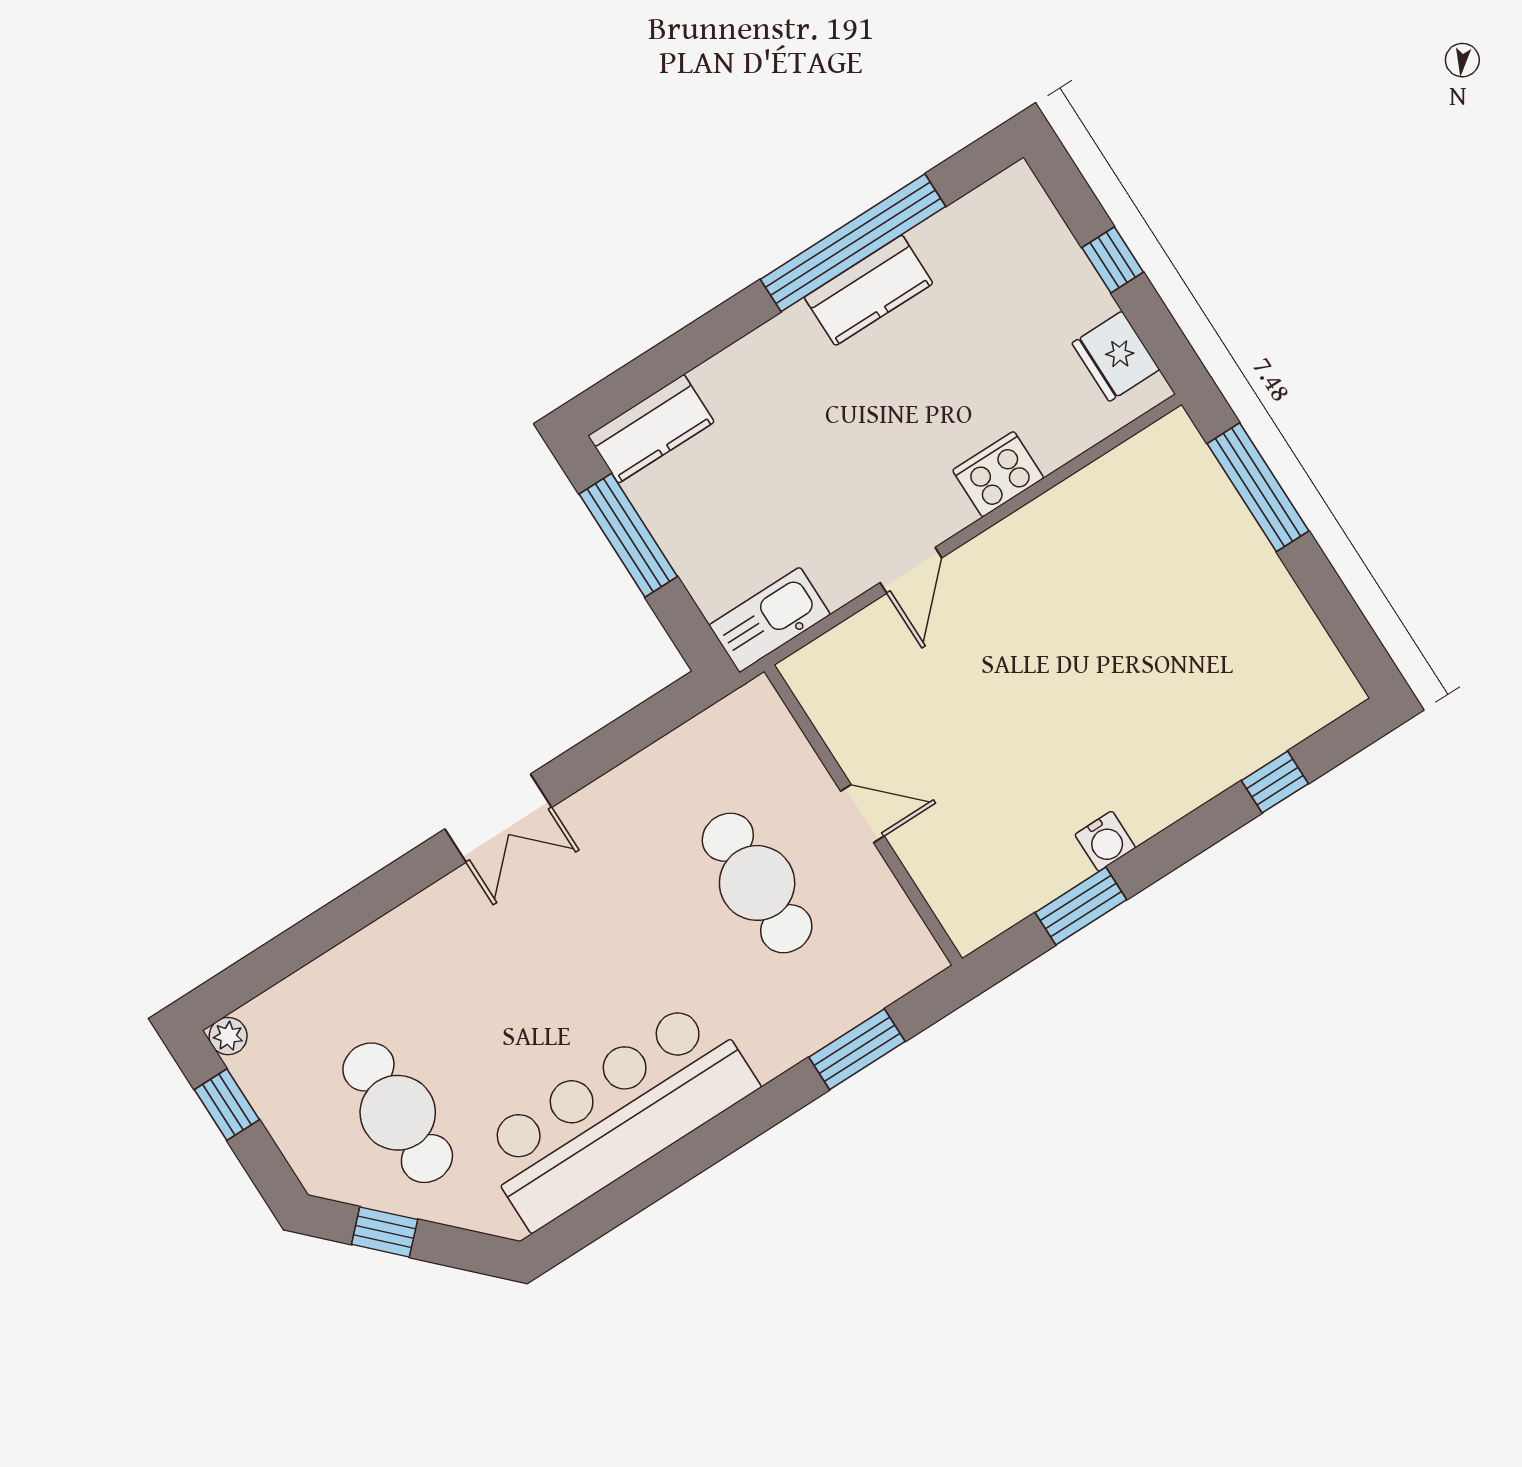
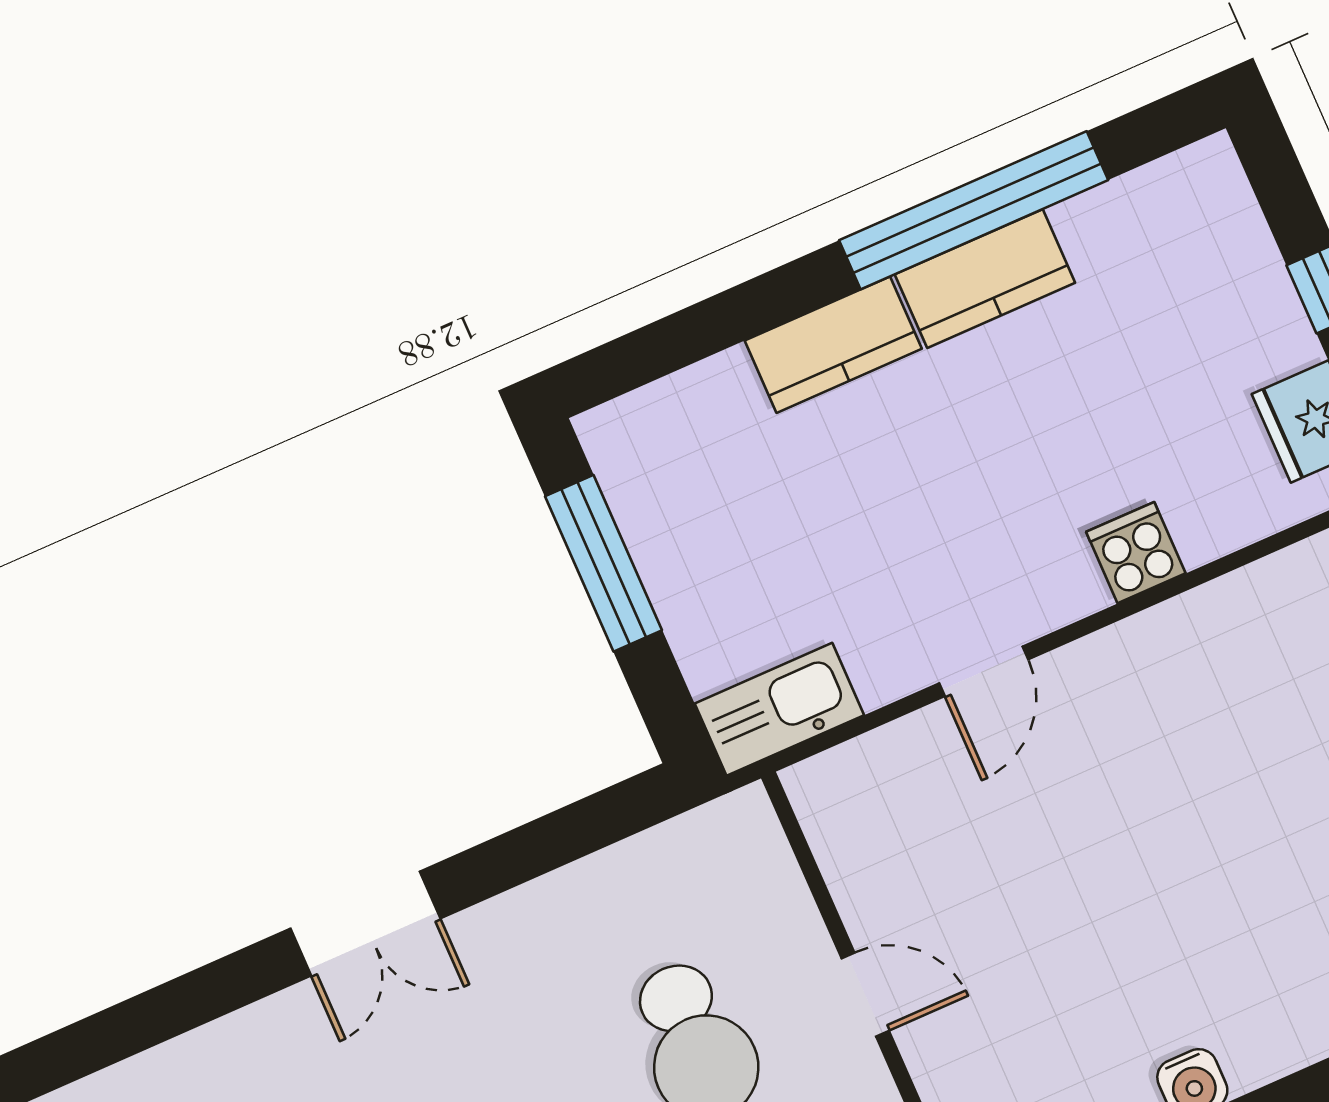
kitchen counter: (651, 429) -> (833, 345), moved
cooker: (998, 474) -> (1136, 553), width x0.73

